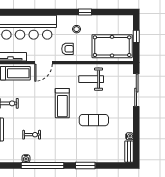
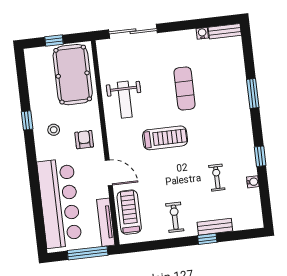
window: (43, 165) -> (260, 156), width x0.32

